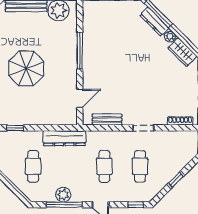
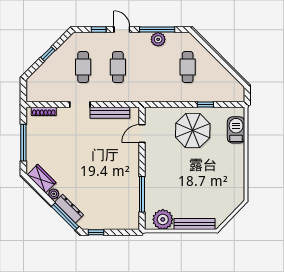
window: (80, 51) -> (142, 194), moved
parasol: (26, 68) -> (193, 131), moved
bench: (107, 120) -> (110, 113), width x1.36
dresser: (64, 138) -> (157, 95), removed
window: (136, 205) -> (99, 30), moved

